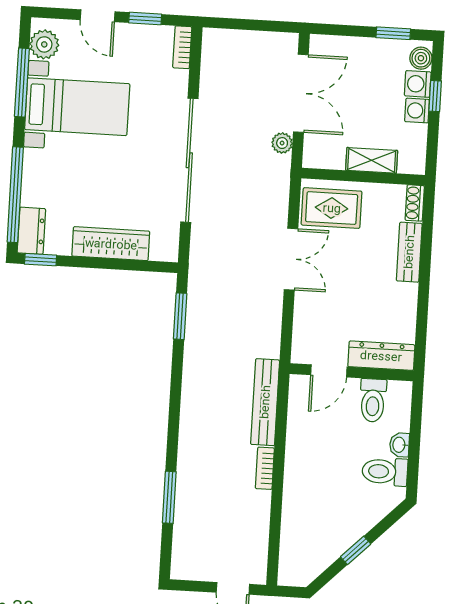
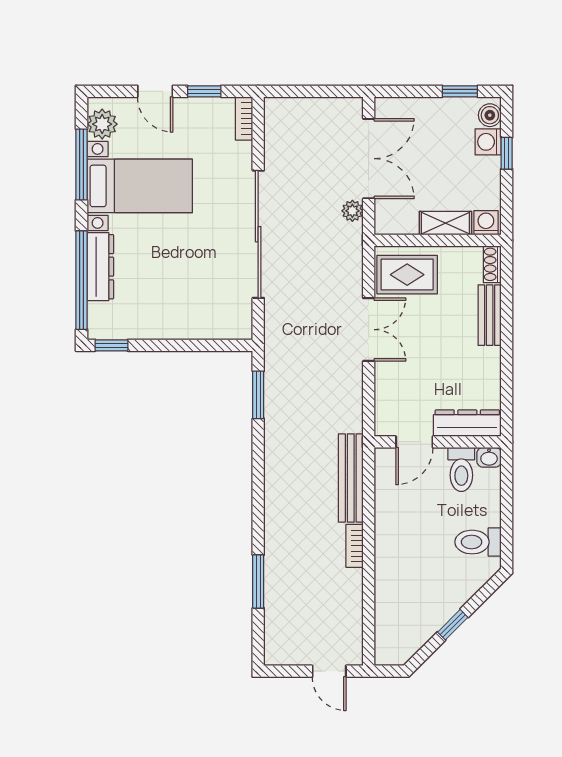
washing machine: (417, 111) -> (486, 223), moved, turned 90
dresser: (31, 231) -> (100, 267), moved, width x1.44
wardrobe: (111, 244) -> (183, 325), removed
washbasin: (399, 445) -> (489, 457), moved, turned -90

